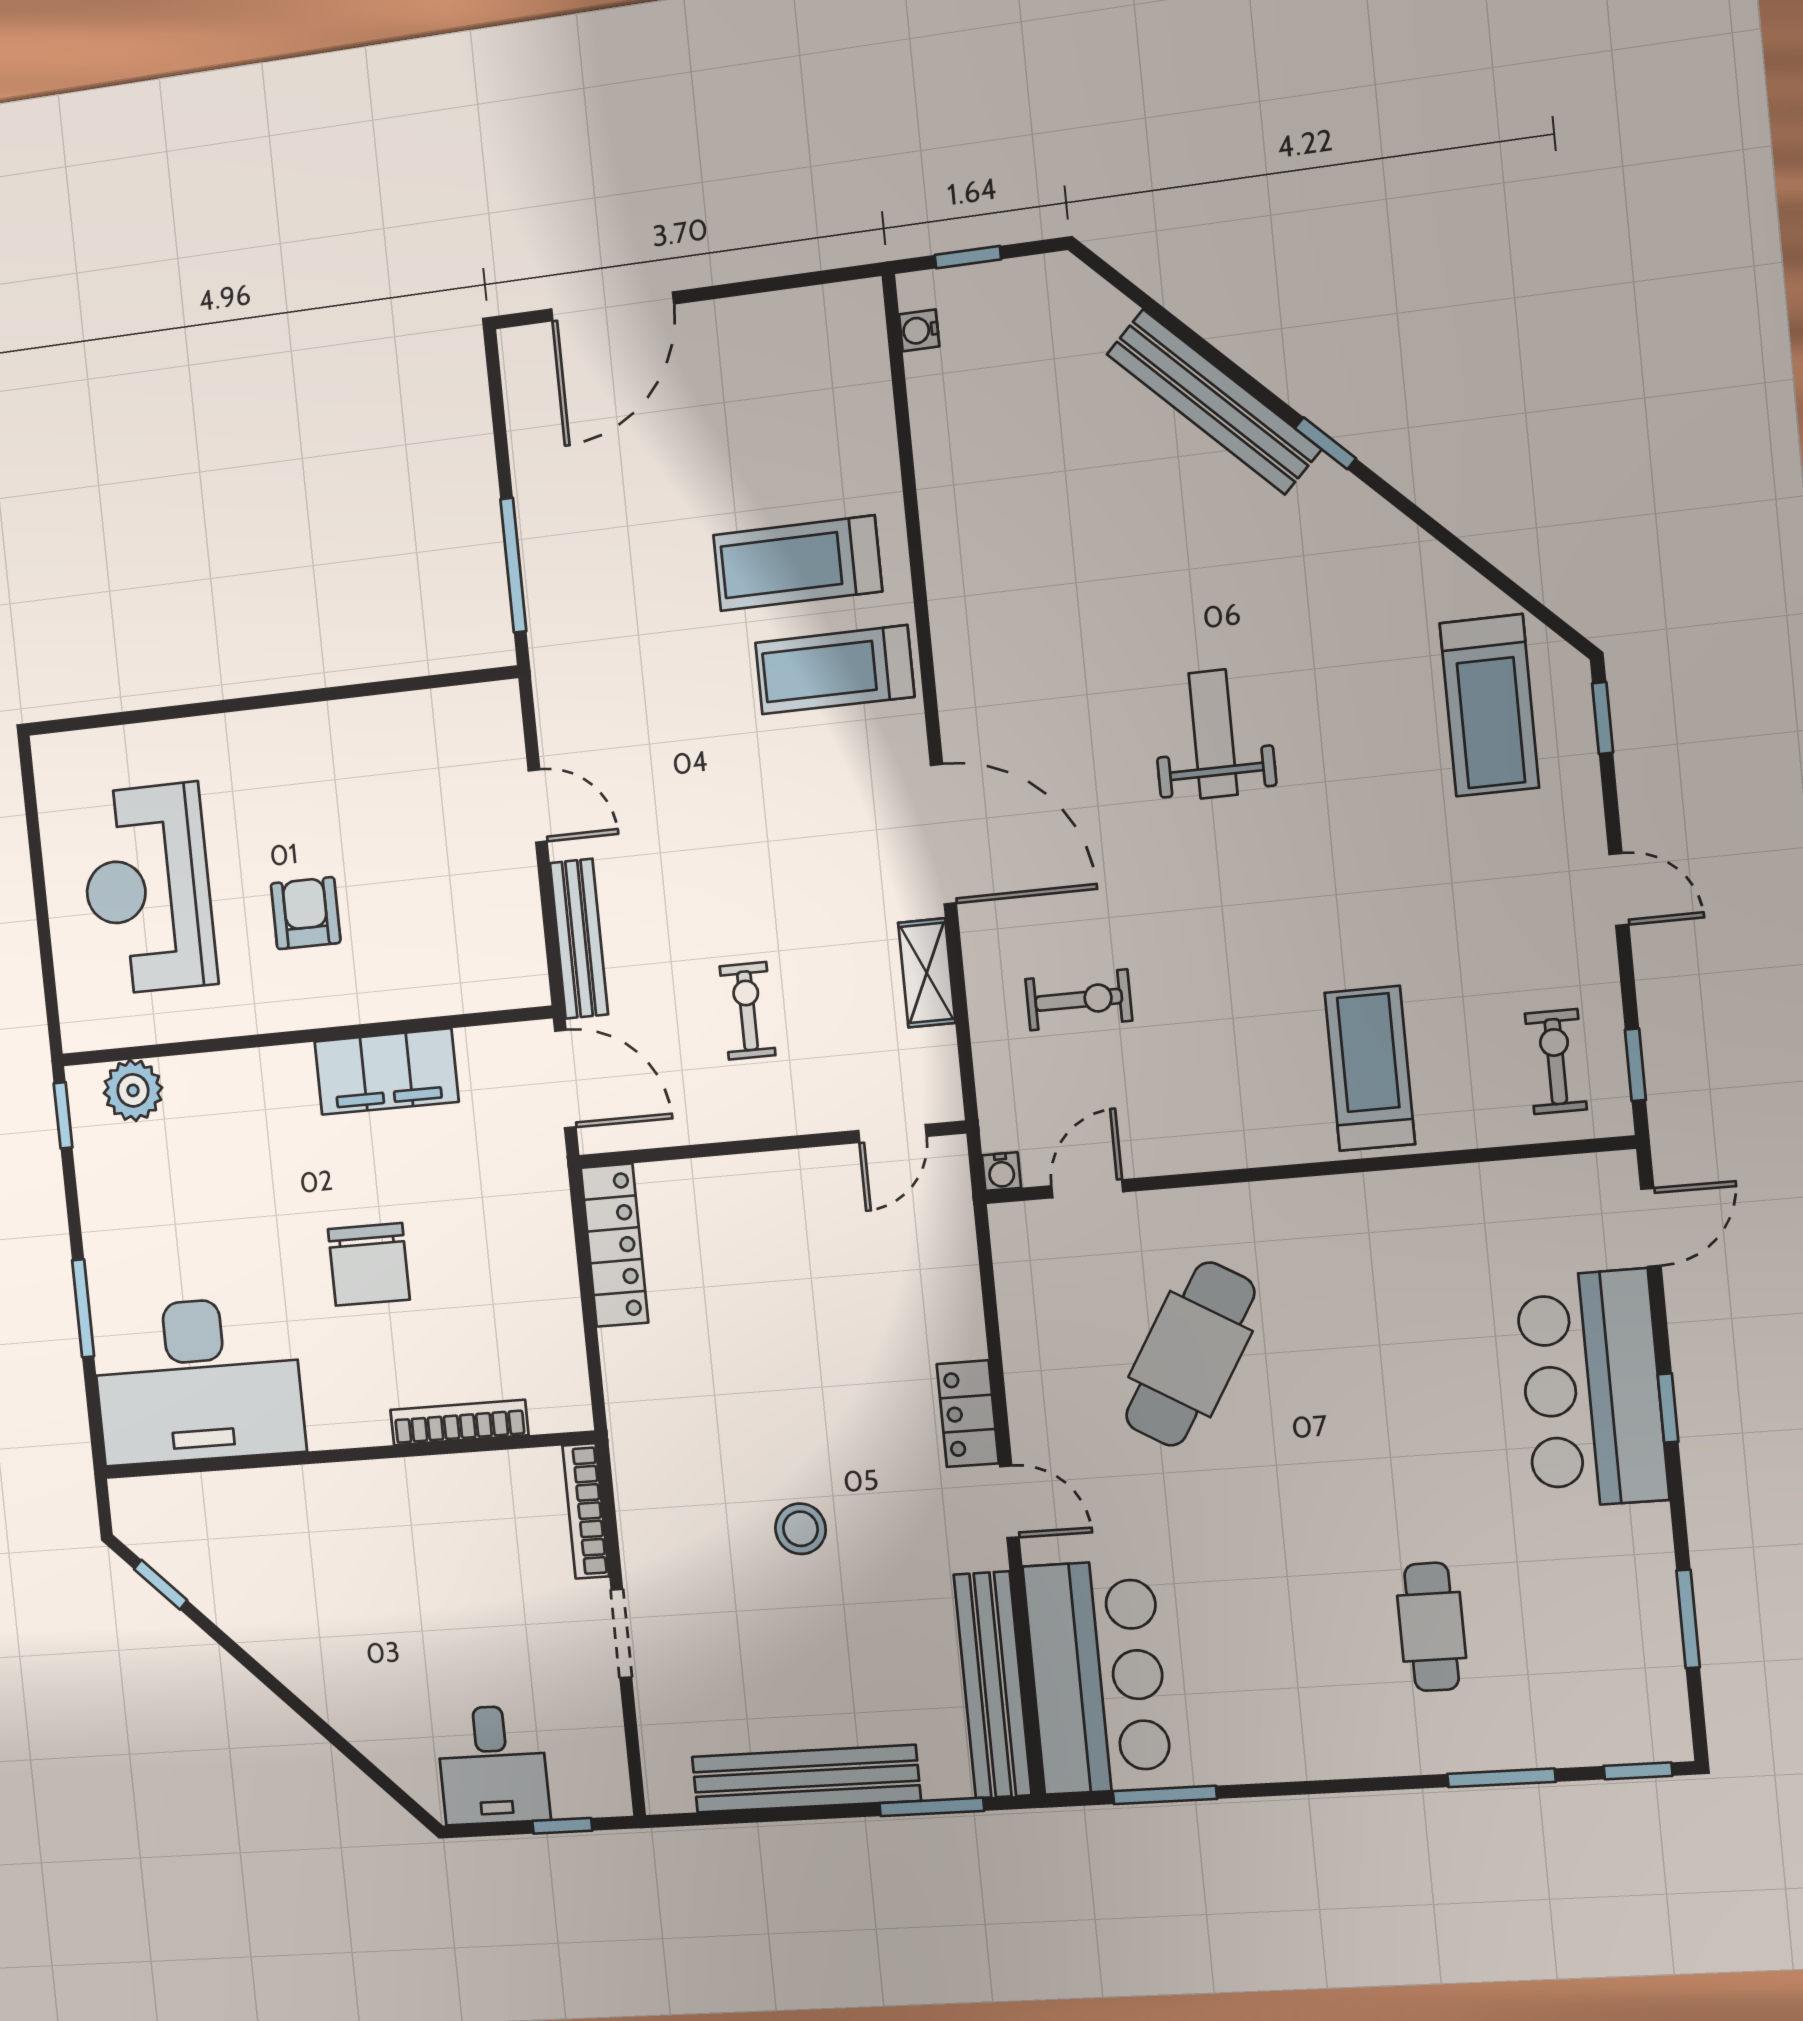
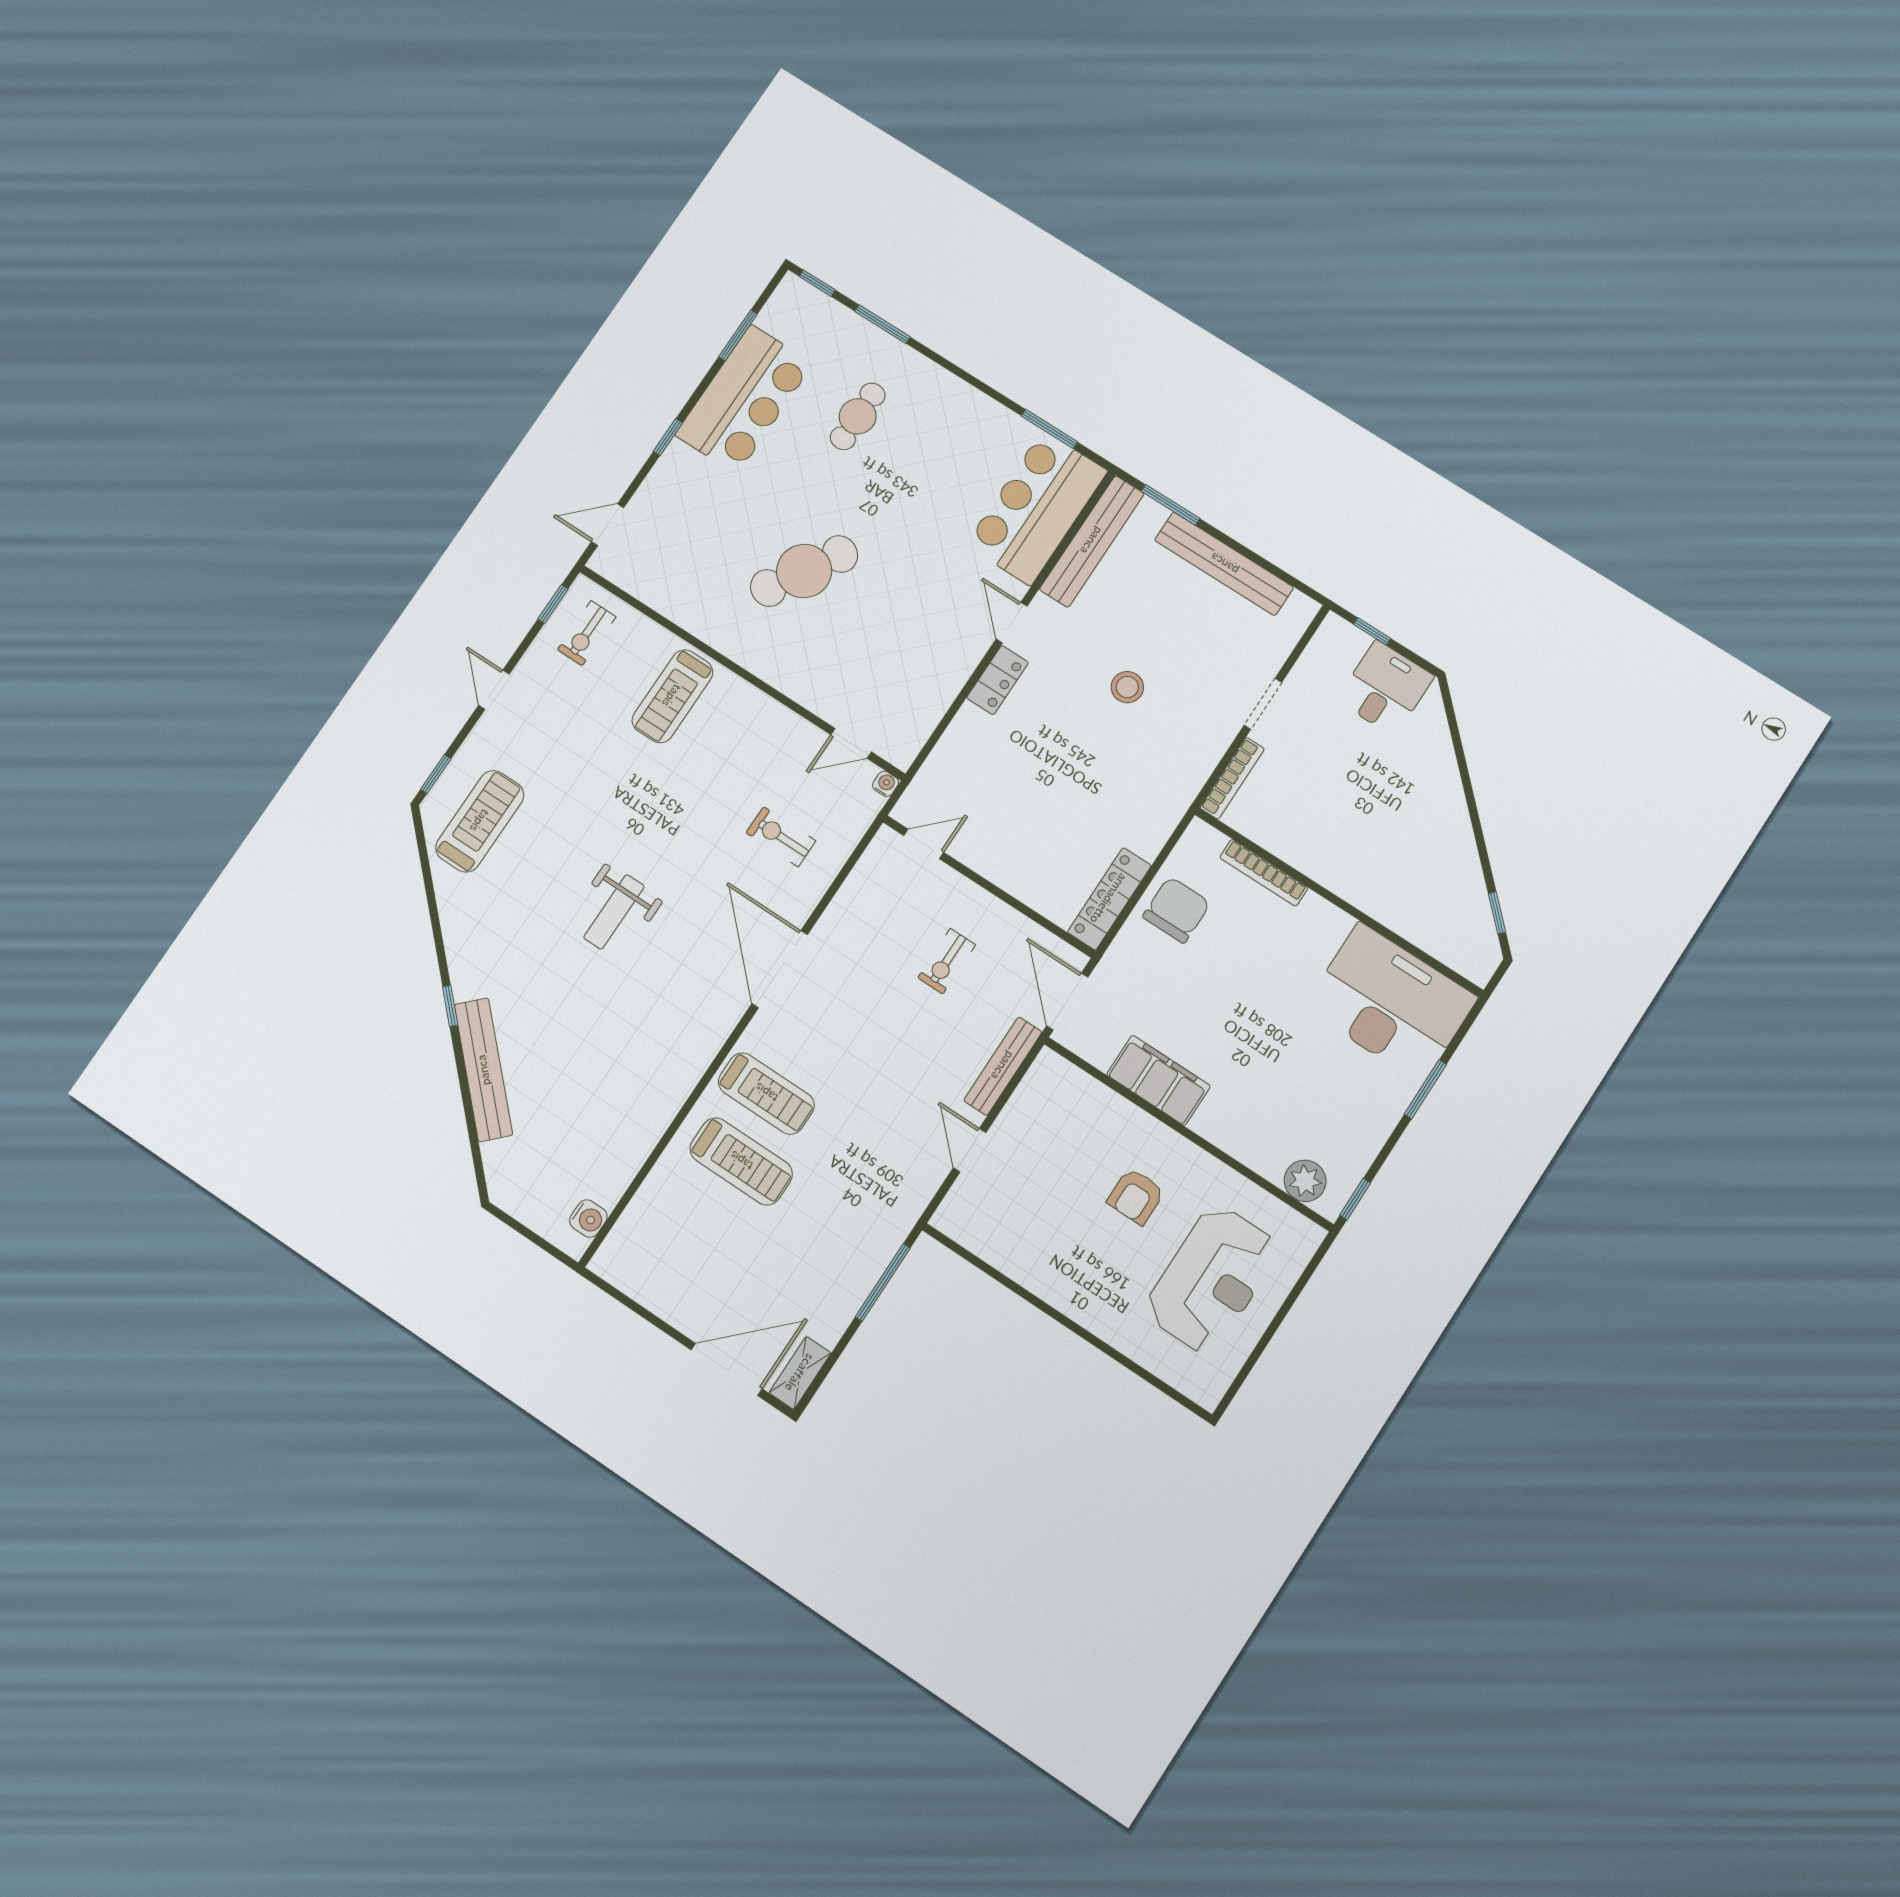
window: (968, 257) -> (537, 1240), removed
water cooler: (919, 330) -> (588, 1219), width x1.38, depth x1.38
shelving: (927, 973) -> (800, 1373), moved
chair: (369, 1264) -> (1177, 910), moved
cafe table: (1190, 1354) -> (804, 571), moved
bar counter: (1592, 1389) -> (744, 399), moved

